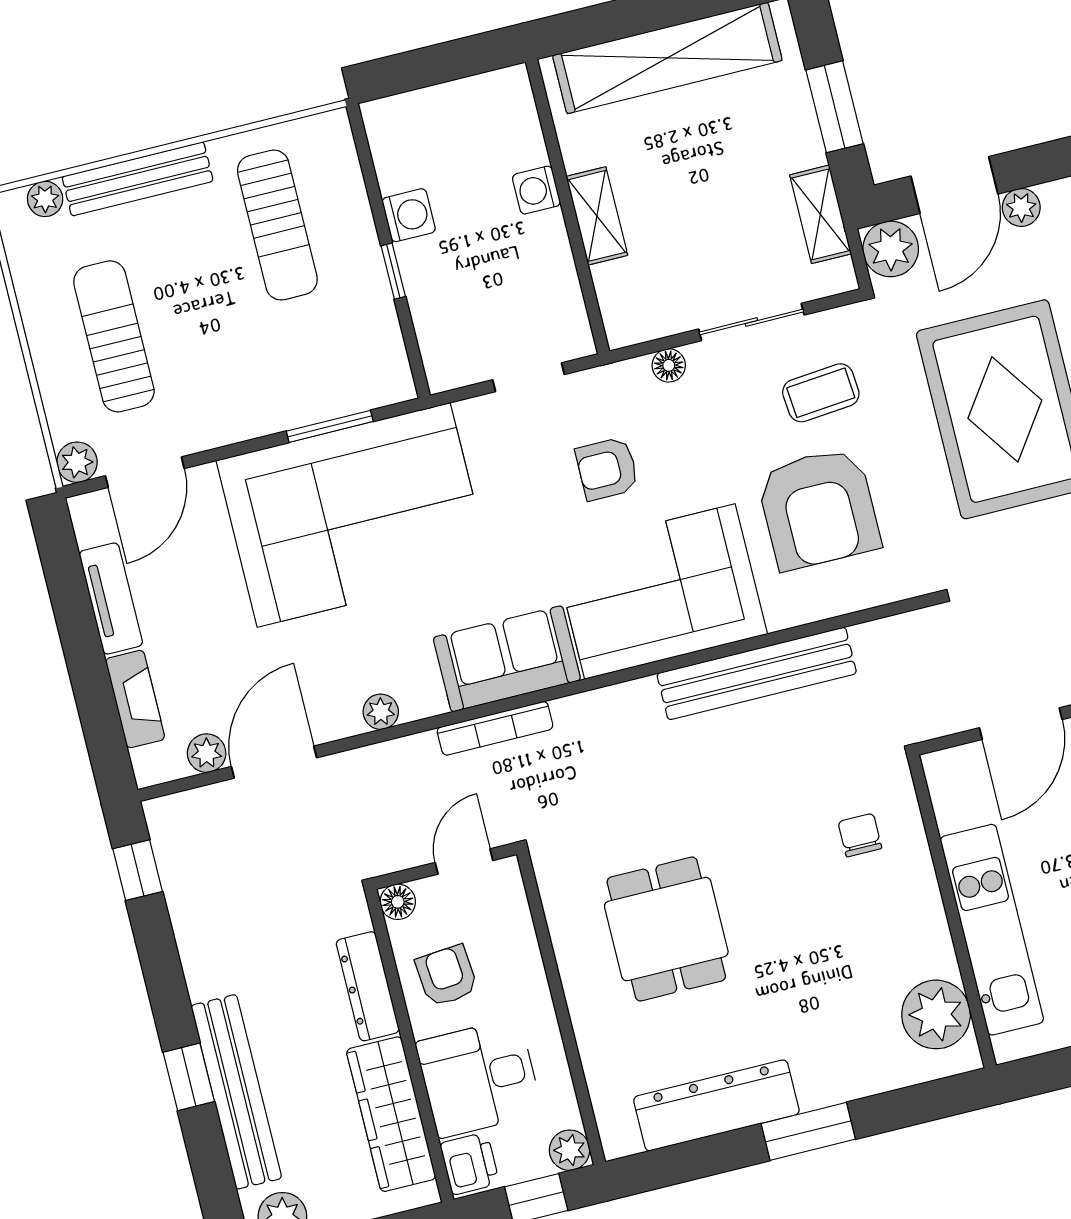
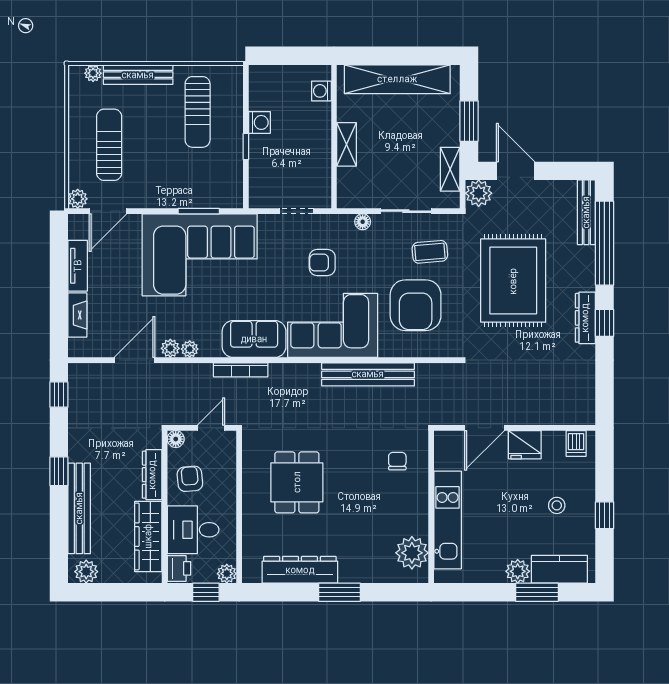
door: (954, 185) -> (516, 171), swing flipped
washing machine: (536, 190) -> (321, 91), moved
plant: (1021, 207) -> (544, 189), removed
plant: (207, 753) -> (170, 348), moved
window: (189, 1077) -> (59, 471), moved

